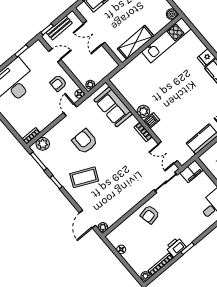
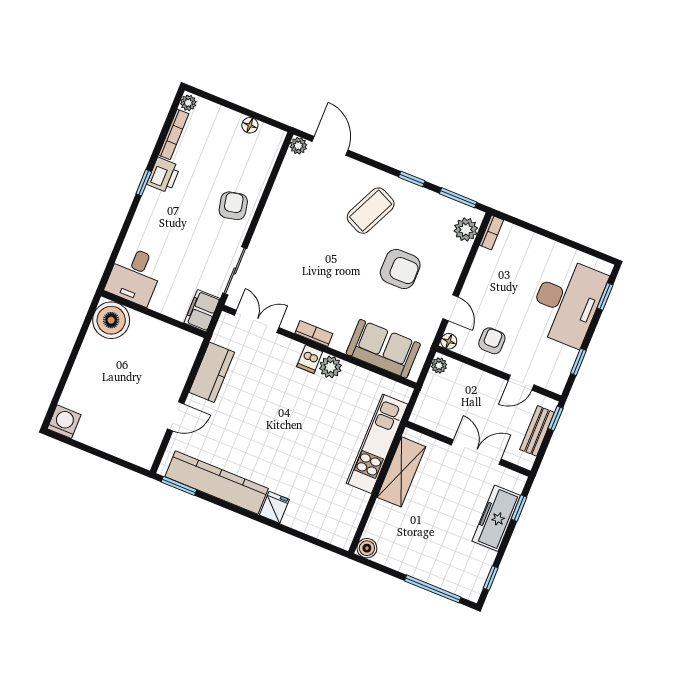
kitchen unit: (166, 40) -> (377, 444), moved

